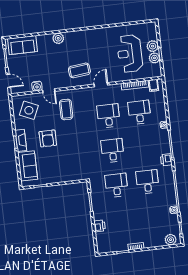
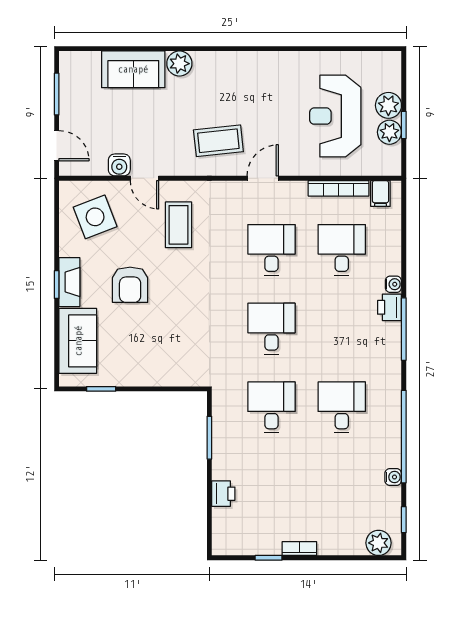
sofa: (22, 45) -> (133, 69), moved
side table: (29, 110) -> (95, 217), turned 45
printer: (166, 160) -> (389, 307), moved

